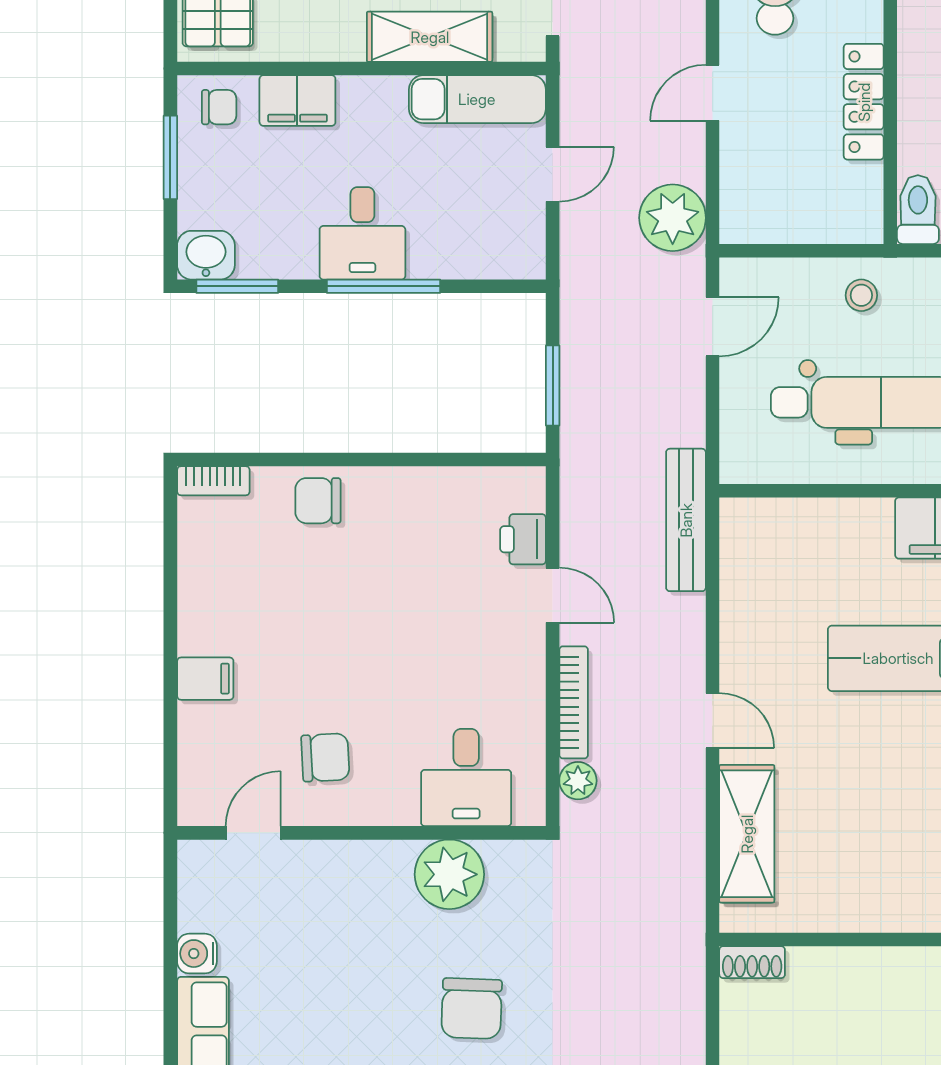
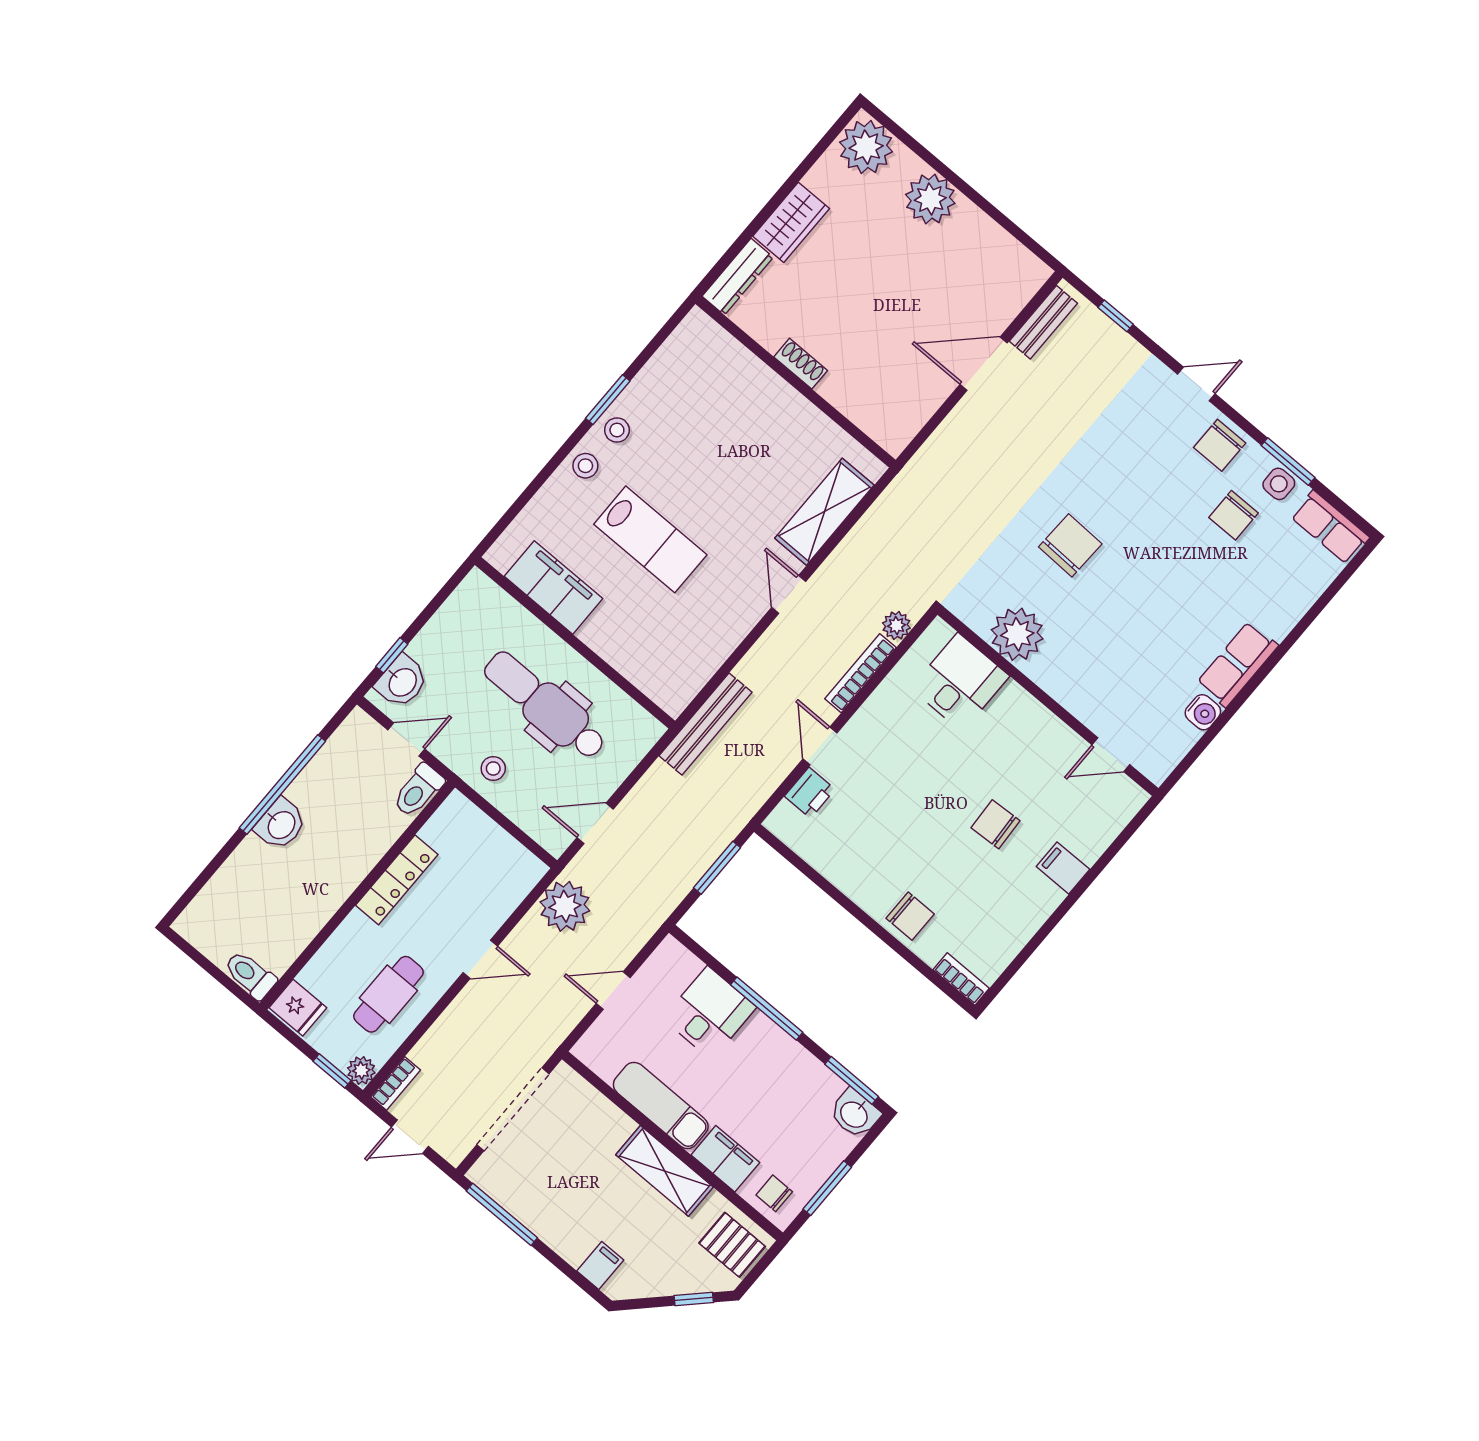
shelving: (430, 37) -> (665, 1171), moved
exam couch: (477, 99) -> (661, 1105), moved
desk: (362, 233) -> (709, 1013), moved
chair: (325, 757) -> (995, 824), moved
shoe rack: (752, 962) -> (801, 364), moved

